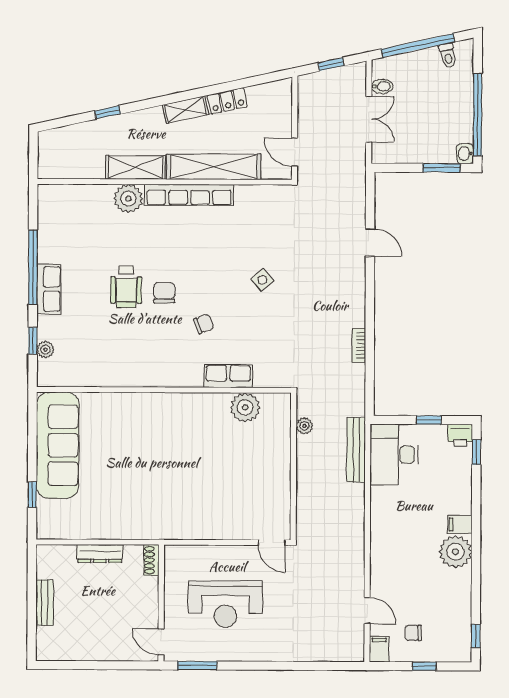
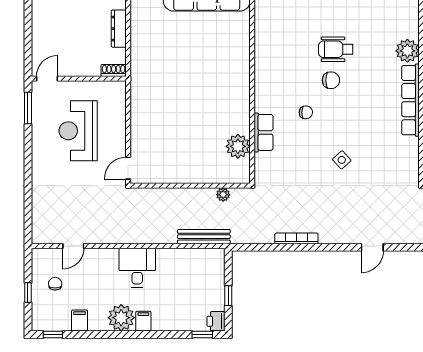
chair: (204, 324) -> (306, 112), turned -67
bookcase: (359, 345) -> (296, 238), width x1.56
desk: (394, 455) -> (137, 268), moved, width x0.73
filing cabinet: (379, 649) -> (80, 320), moved, turned -90

